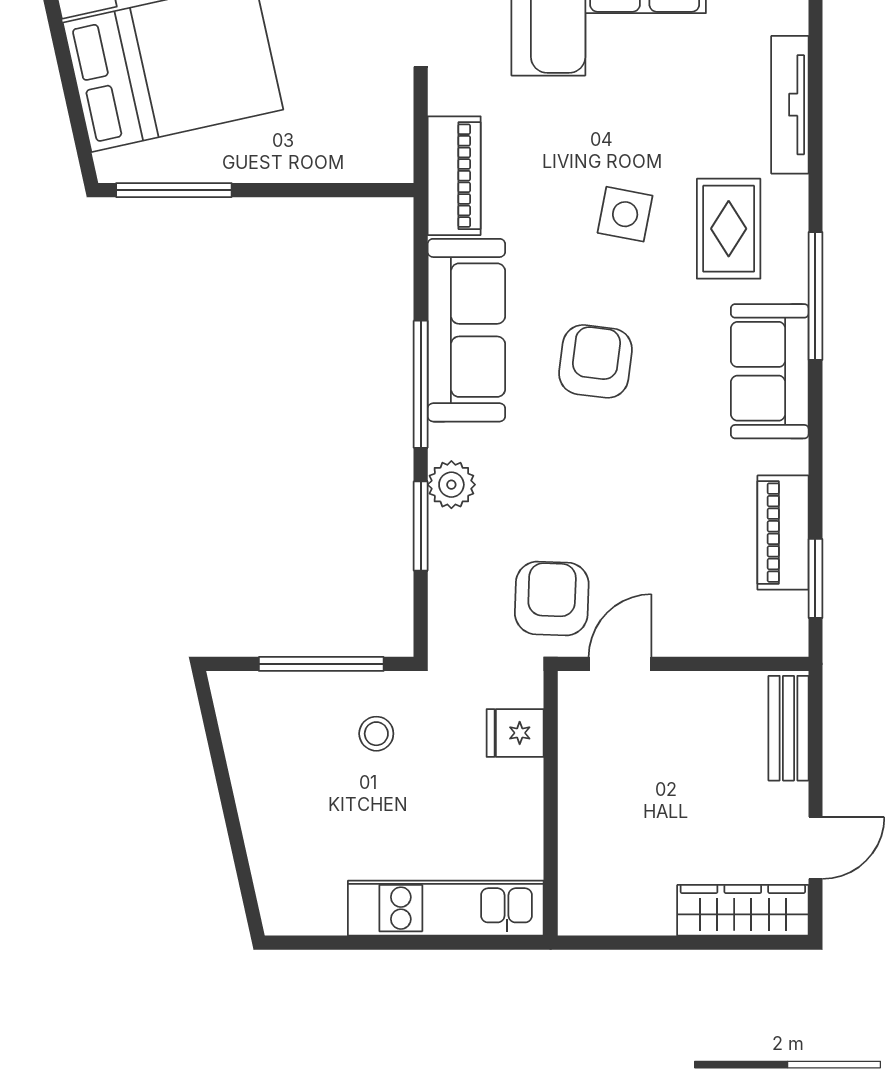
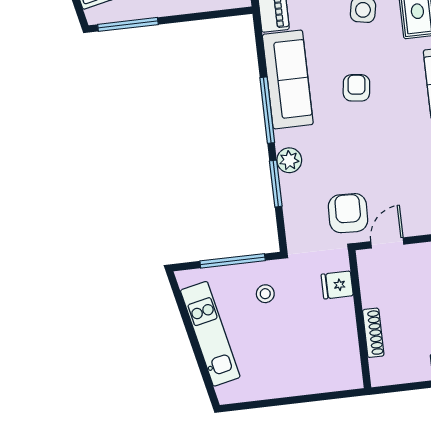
armchair: (595, 361) -> (356, 88), width x0.72, depth x0.72
shoe rack: (573, 832) -> (373, 333), added
kitchen unit: (446, 908) -> (210, 334), moved, turned 78

